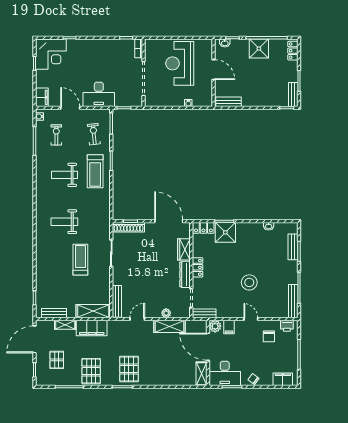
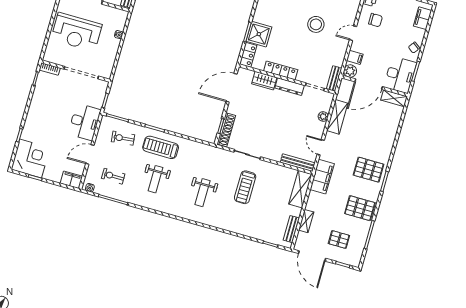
treadmill: (95, 171) -> (161, 147), turned 180
treadmill: (80, 260) -> (245, 187), turned -90
locker: (198, 267) -> (281, 70), width x1.53
filing cabinet: (92, 328) -> (322, 177), moved

